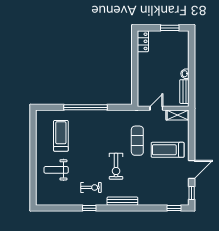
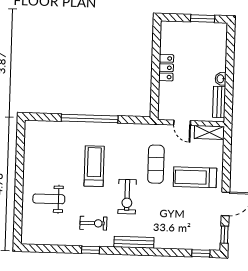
locker: (143, 41) -> (166, 68), moved
door: (156, 108) -> (182, 123), swing flipped
treadmill: (61, 136) -> (94, 166), moved

